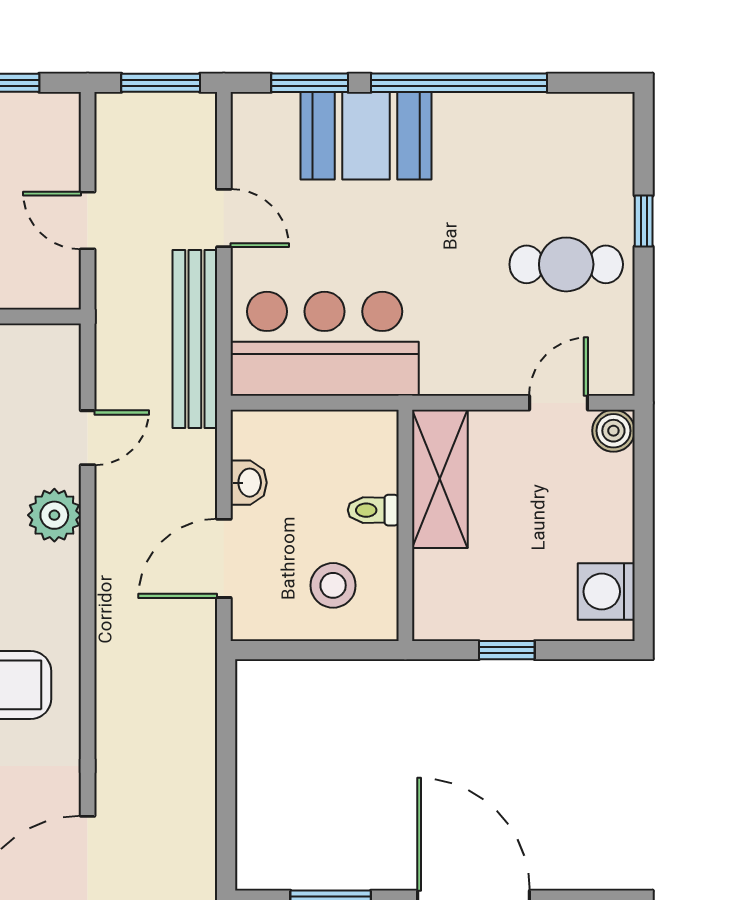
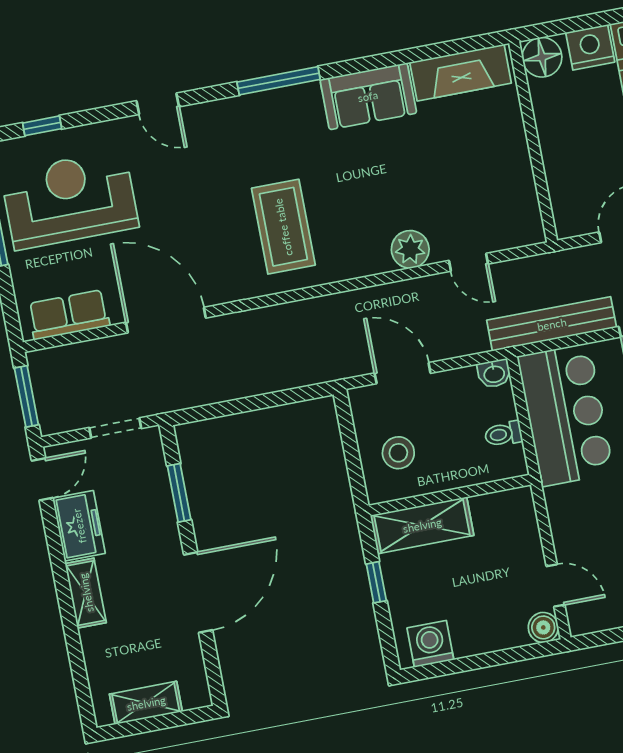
shelving: (440, 479) -> (422, 525), moved
washbasin: (249, 483) -> (494, 374), moved
toilet: (373, 510) -> (503, 434), moved, turned -90

